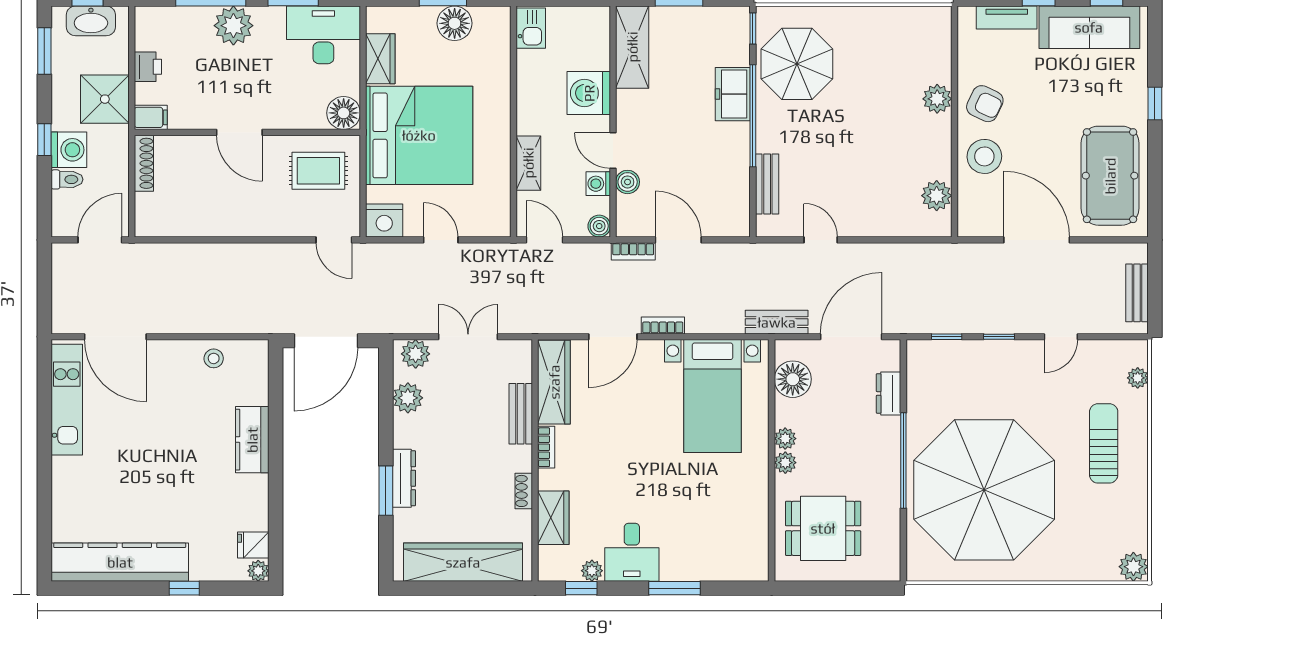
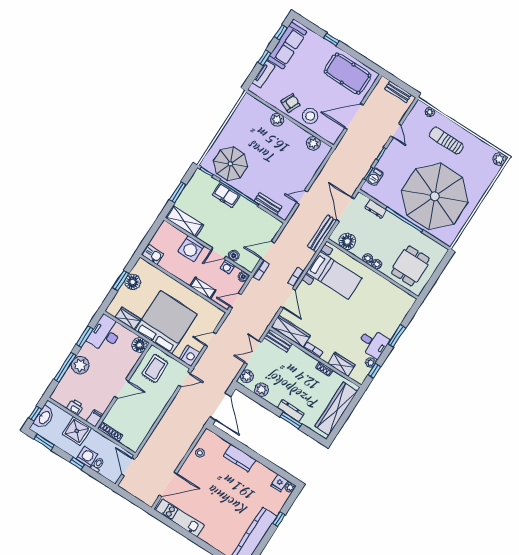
bench: (777, 322) -> (322, 234), width x1.36
barbecue: (948, 353) -> (375, 177), added
bench: (521, 414) -> (278, 341), moved

